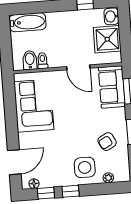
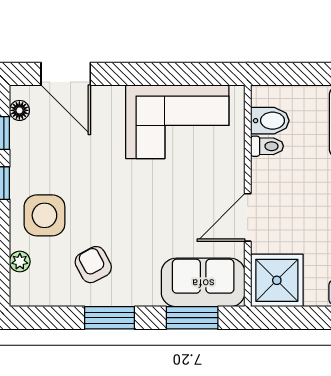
shower: (107, 39) -> (277, 280), moved

